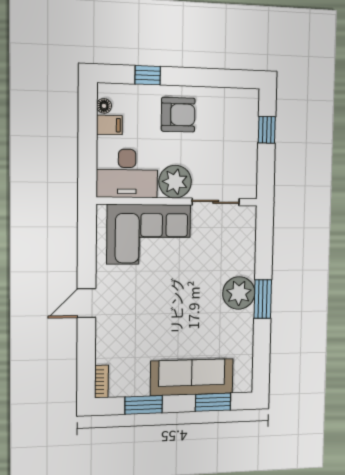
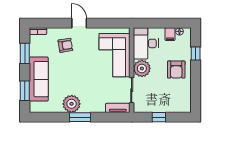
window: (267, 130) -> (159, 117), moved
tv unit: (248, 228) -> (118, 108), added
plant: (239, 293) -> (72, 104), moved
armchair: (129, 329) -> (65, 45), added

